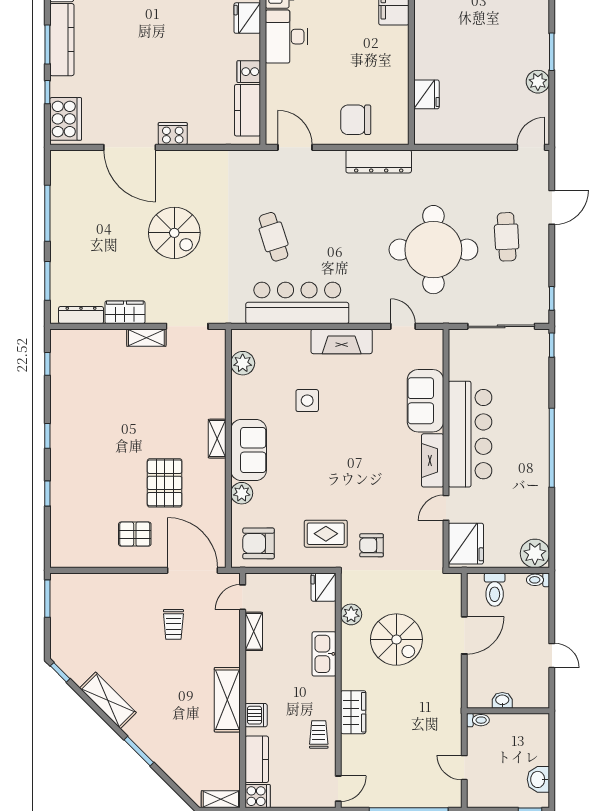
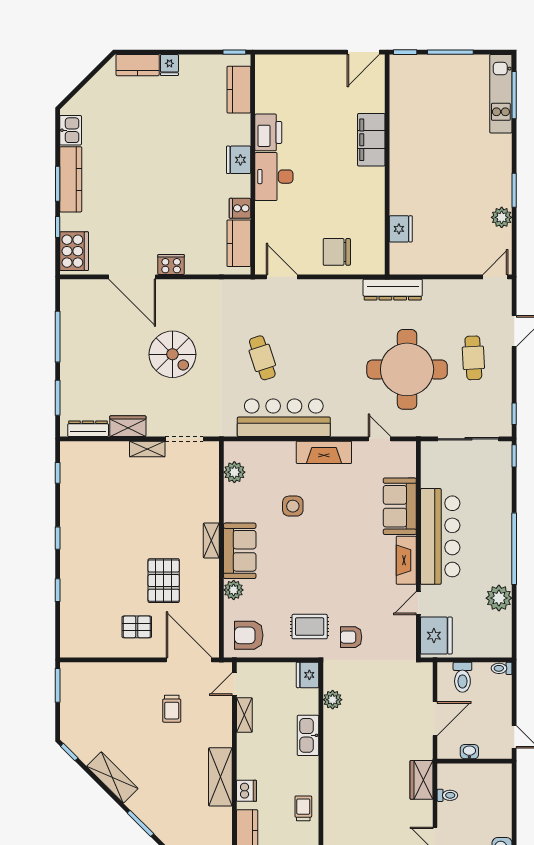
dresser: (379, 161) -> (393, 290), moved
plant: (535, 553) -> (499, 598), moved
spiral stairs: (396, 640) -> (374, 722), removed
washbasin: (502, 700) -> (469, 752), moved
wall: (508, 711) -> (475, 761), moved
wardrobe: (353, 712) -> (421, 780), moved, turned 180

